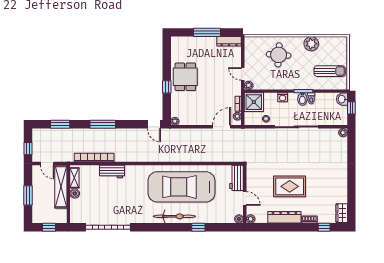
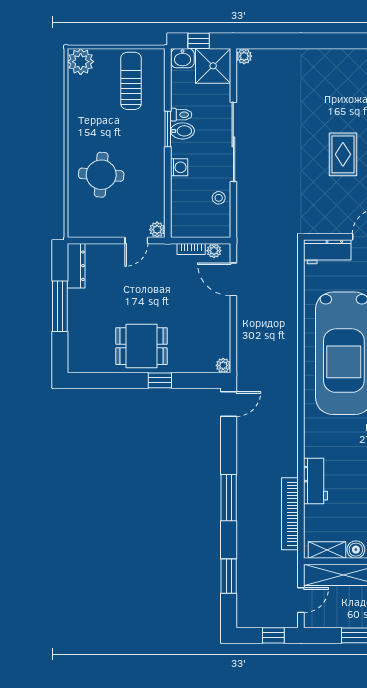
plant: (311, 44) -> (81, 62), moved
shower: (254, 102) -> (213, 66), moved
rug: (290, 186) -> (343, 154), width x0.73, depth x0.70

